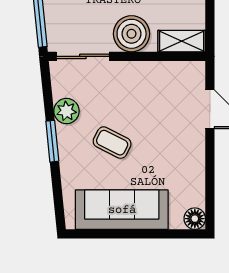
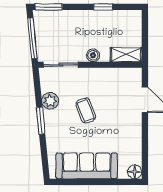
boiler: (132, 34) -> (93, 55), width x0.54, depth x0.54
coffee table: (112, 143) -> (86, 111), moved, turned 42

